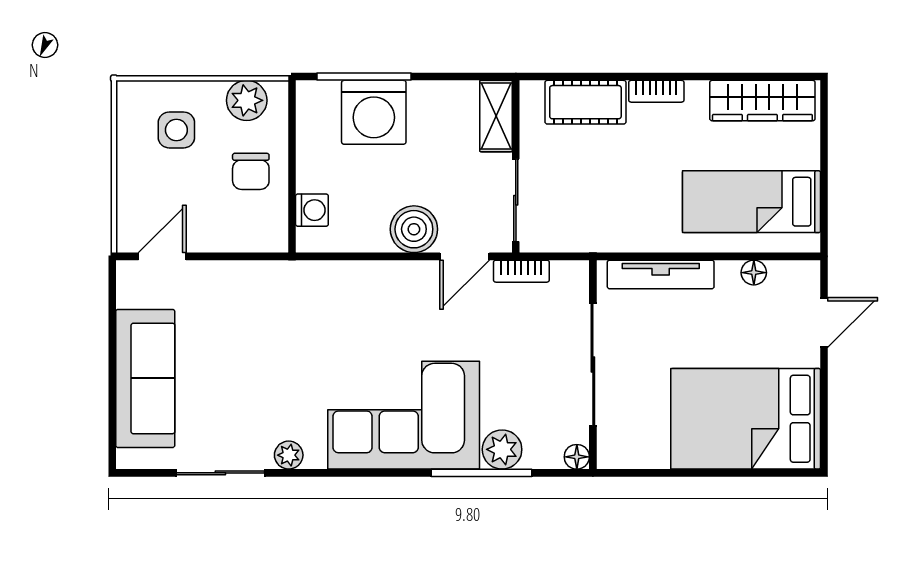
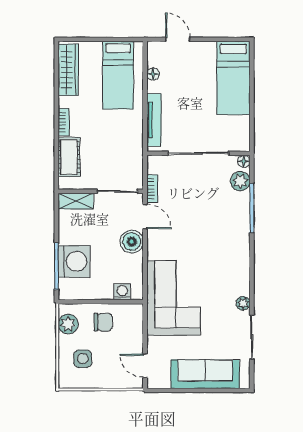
corner sofa: (404, 415) -> (174, 298), moved, turned 180
bed: (746, 419) -> (233, 78), width x0.67
plant: (502, 449) -> (240, 181), moved

